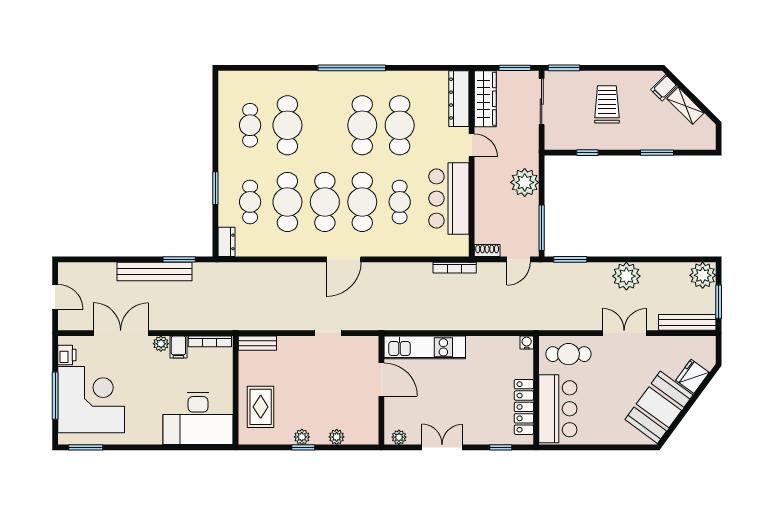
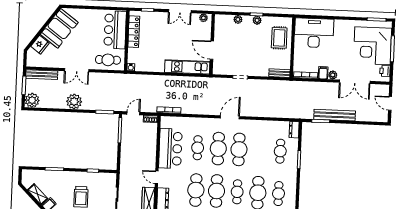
plant: (525, 182) -> (128, 156), removed
cafe table: (287, 202) -> (237, 192), moved, width x0.73, depth x0.74

